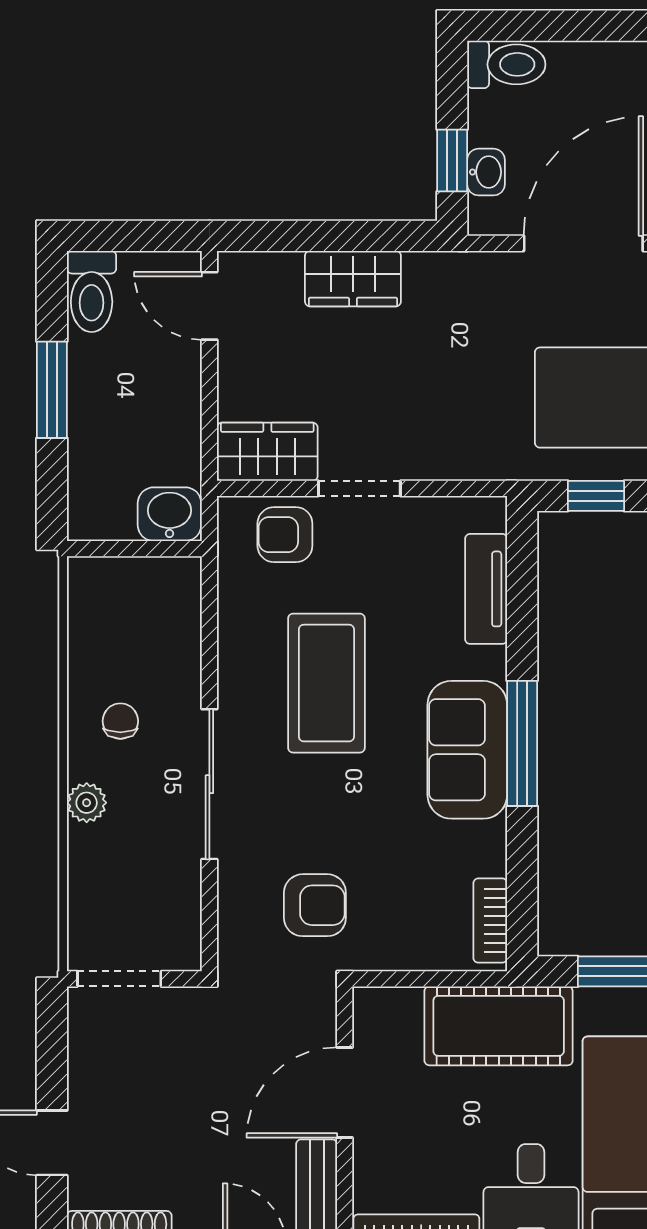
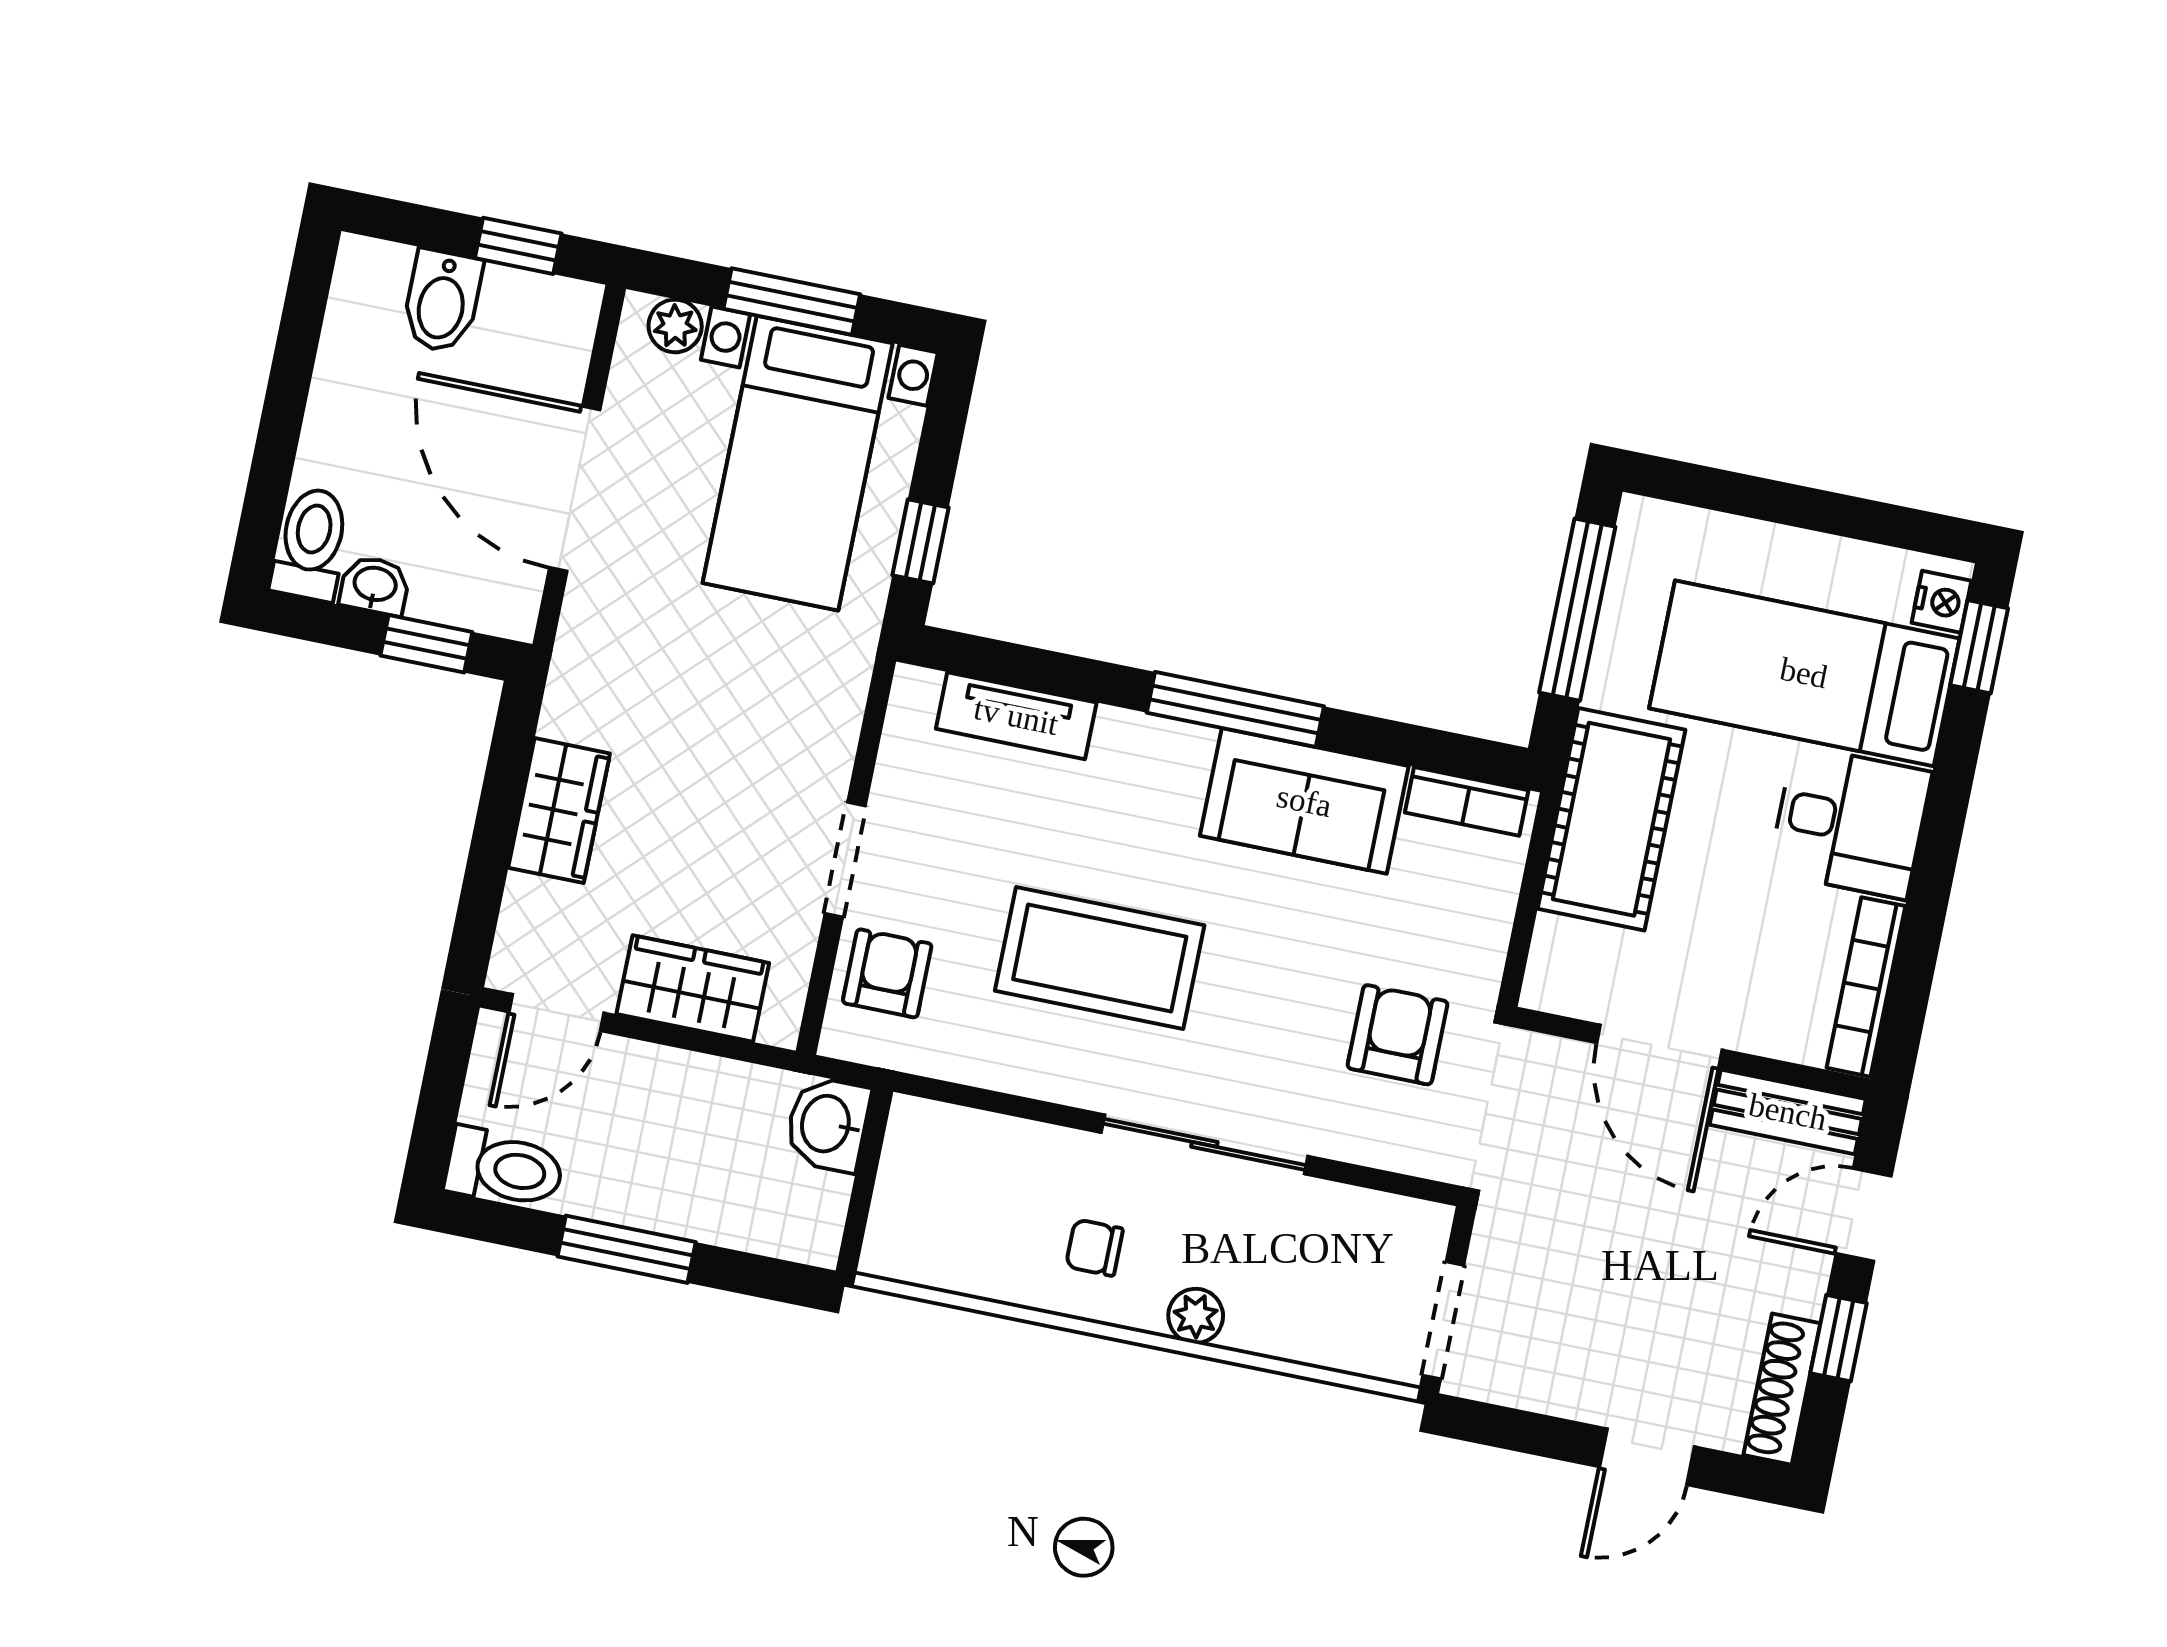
washbasin: (486, 172) -> (375, 585), moved
wardrobe: (267, 452) -> (693, 988), moved, turned 90
armchair: (285, 535) -> (887, 973), turned 180
sofa: (467, 750) -> (1304, 801), moved

